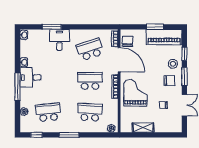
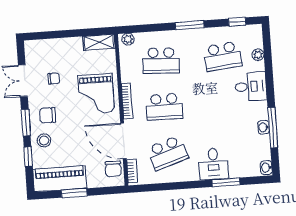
desk: (31, 77) -> (251, 86), moved
window: (18, 87) -> (273, 128), moved
shelving: (143, 128) -> (99, 42), moved

